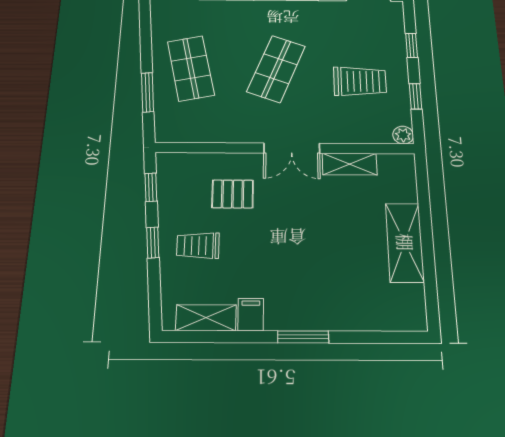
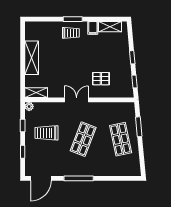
shelving: (350, 164) -> (36, 93), moved
trolley: (198, 246) -> (71, 33), moved

